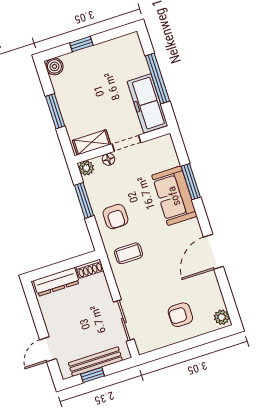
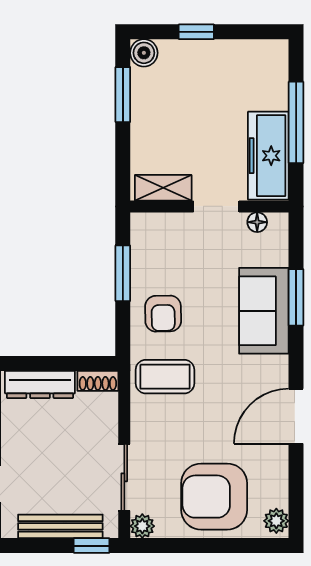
window: (55, 111) -> (123, 95), moved
floor lamp: (108, 159) -> (257, 222), moved
plant: (86, 168) -> (142, 526), moved
coffee table: (129, 253) -> (165, 377), width x1.36, depth x1.30
armchair: (180, 315) -> (214, 497), width x1.88, depth x1.88
window: (93, 375) -> (92, 546), moved

